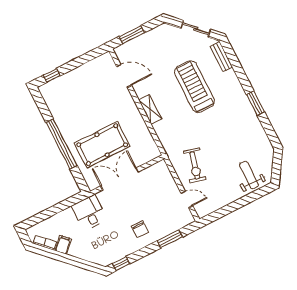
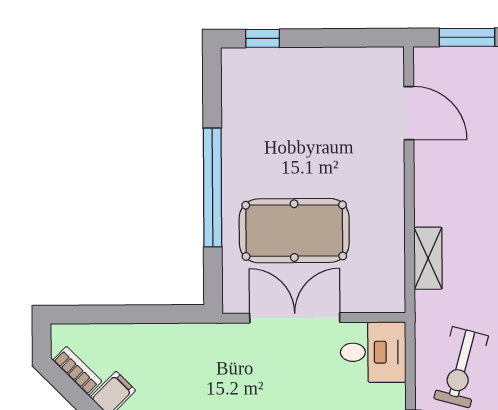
shelving: (150, 109) -> (428, 258), moved
desk: (89, 213) -> (373, 352), moved, turned 90

